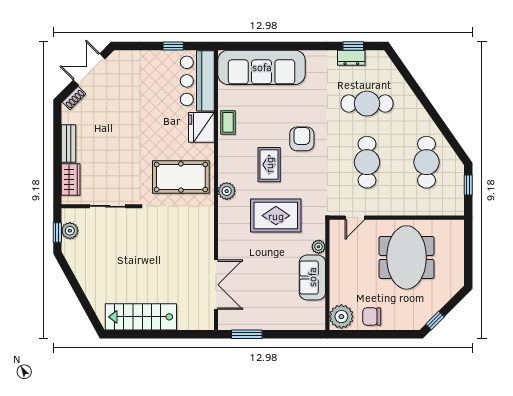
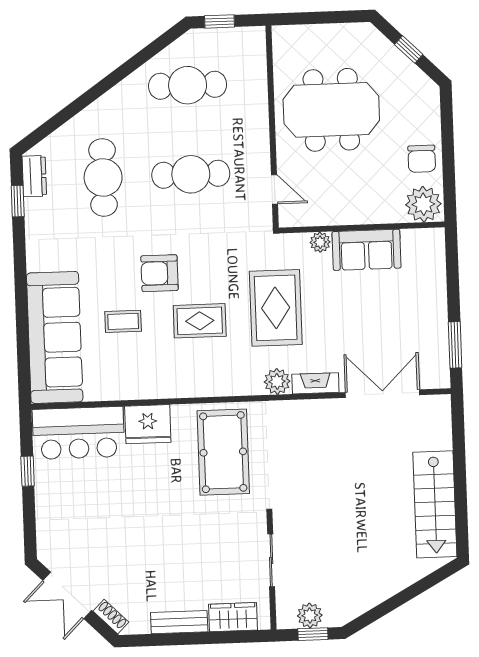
dresser: (351, 58) -> (34, 176), moved
coffee table: (228, 122) -> (123, 321), moved
plant: (227, 191) -> (277, 382), moved
fireplace: (225, 240) -> (315, 383), added
window: (435, 320) -> (409, 50), moved

